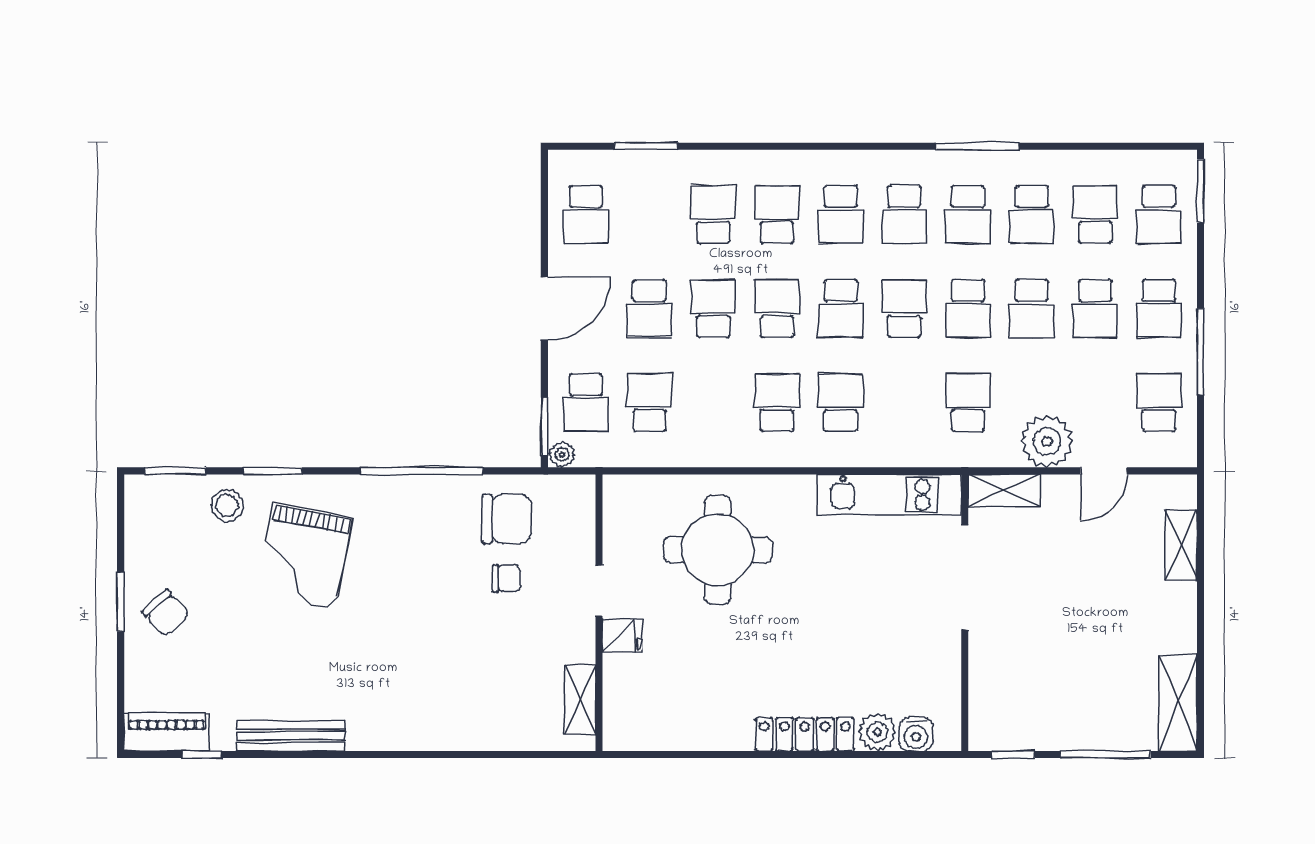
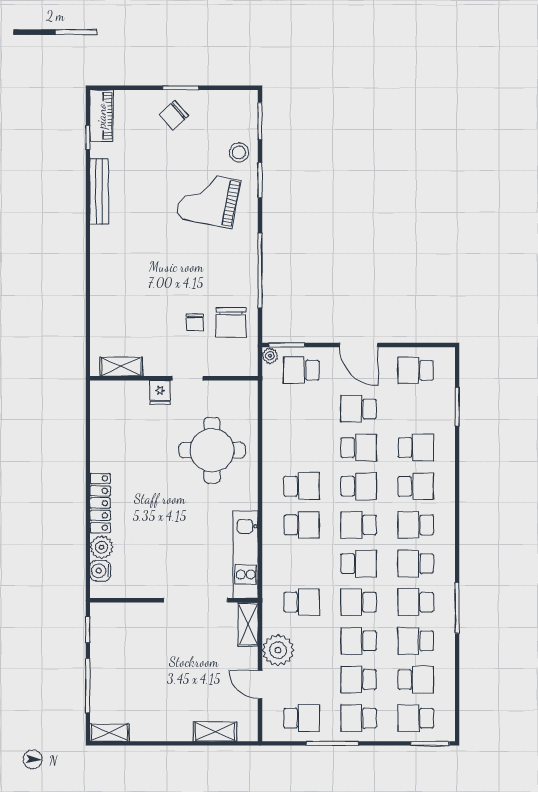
school desk: (650, 403) -> (302, 409), removed
shelving: (1178, 703) -> (109, 733), width x0.67, depth x0.75

